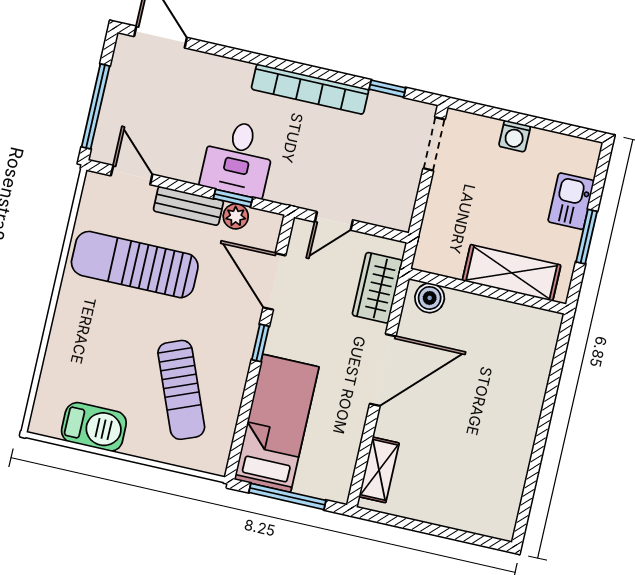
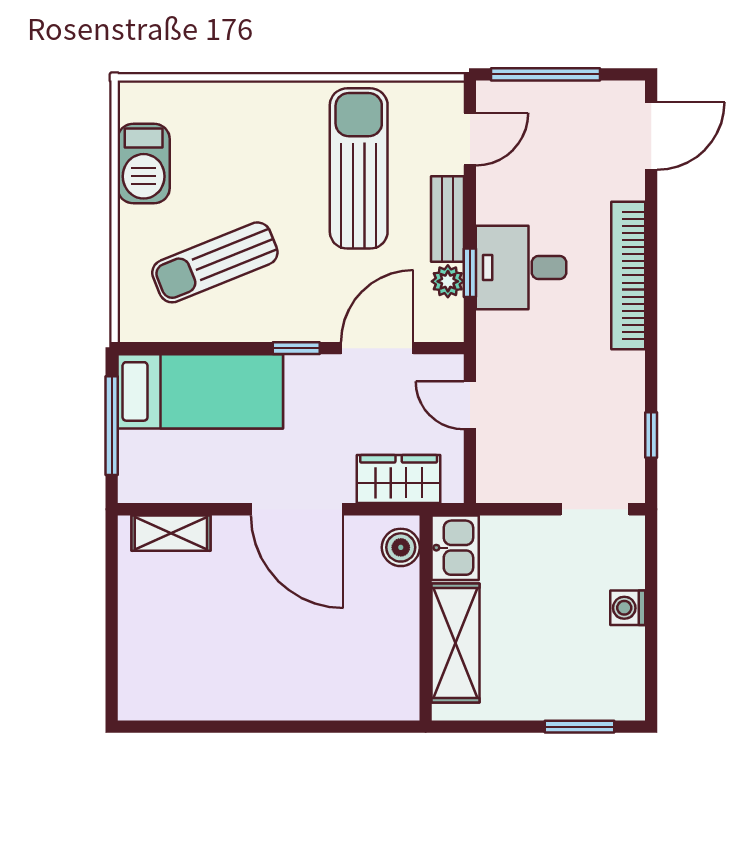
bookcase: (310, 89) -> (628, 275), moved
kitchen sink: (571, 201) -> (455, 548), moved, turned 90
window: (587, 237) -> (579, 727), moved

